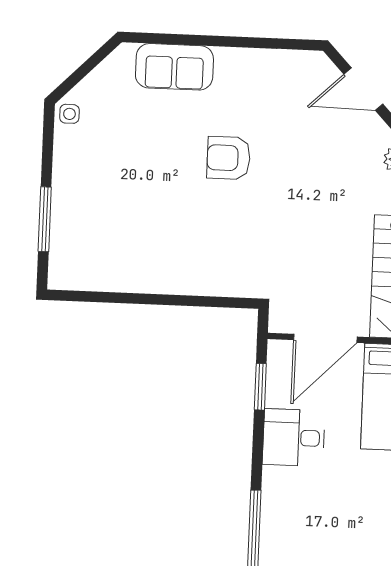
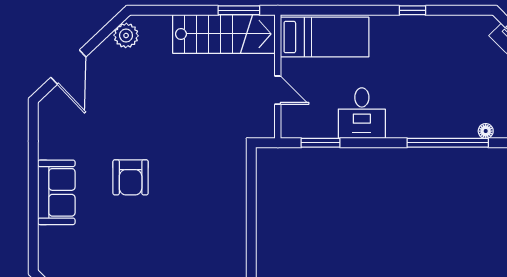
sofa: (174, 67) -> (56, 192), moved
door: (325, 338) -> (278, 90), width x0.53

